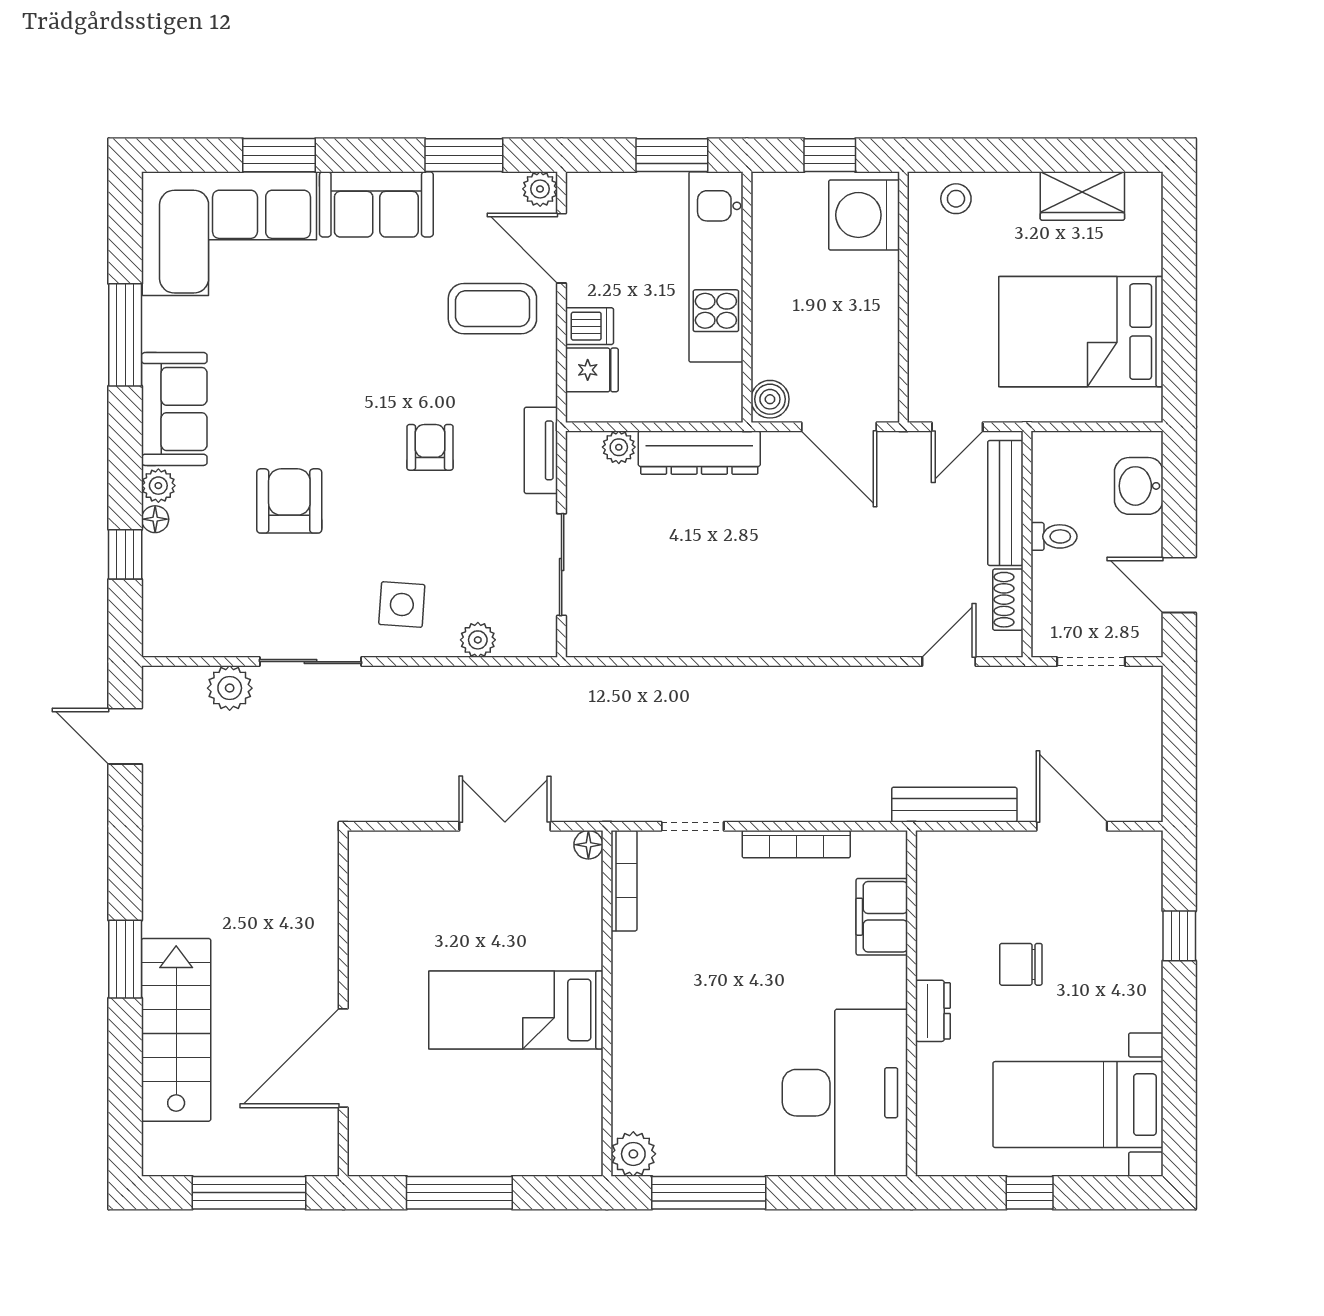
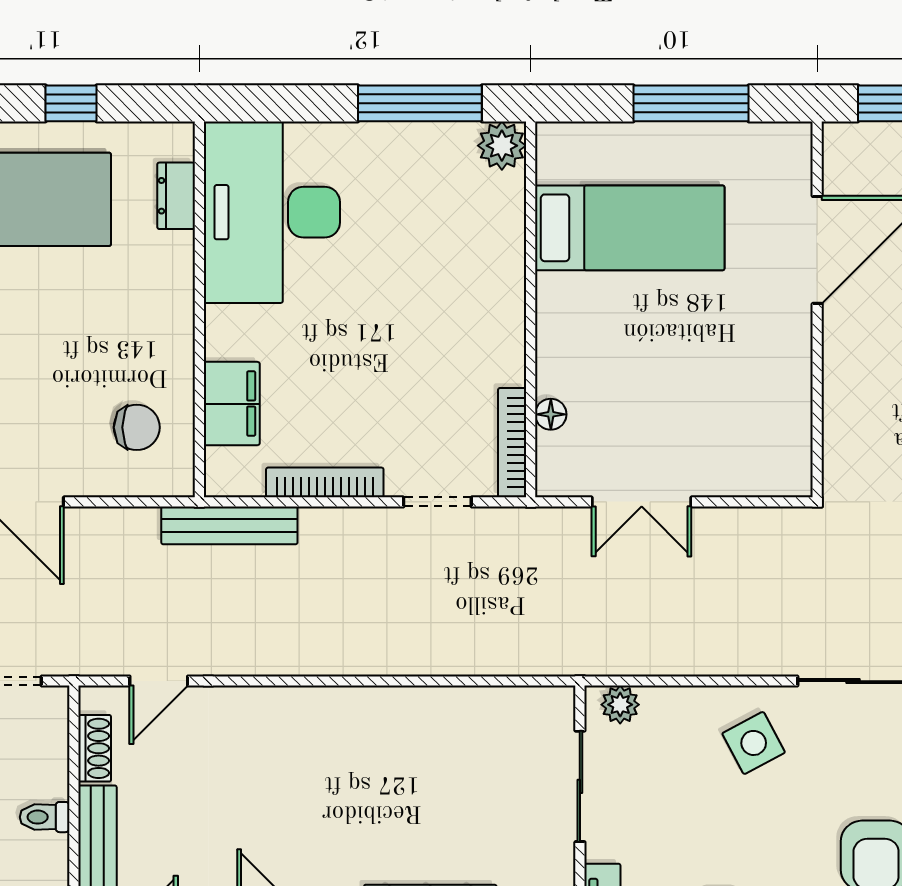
side table: (402, 605) -> (754, 743), turned -32
plant: (478, 640) -> (620, 705), moved
bench: (954, 805) -> (229, 525), moved
floor lamp: (588, 845) -> (551, 414), moved
chair: (1021, 964) -> (137, 427), moved
bed: (516, 1010) -> (630, 228), moved
dresser: (933, 1011) -> (176, 196), moved

